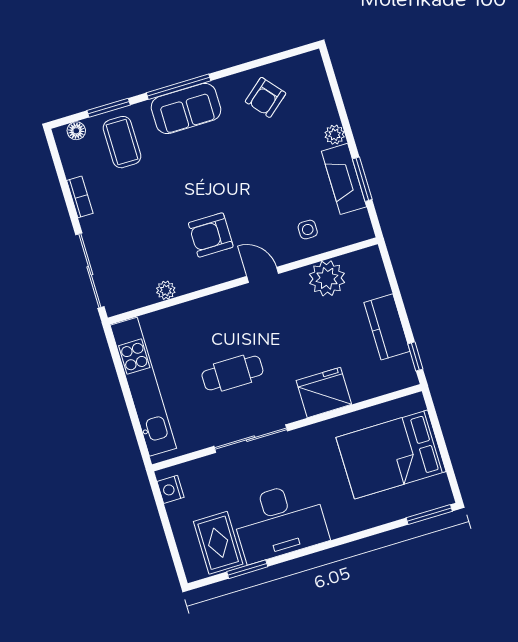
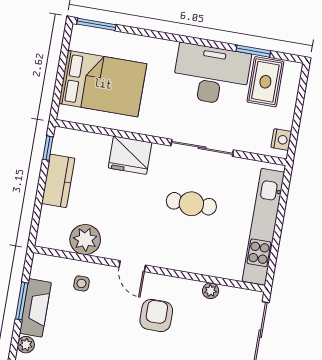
armchair: (211, 235) -> (156, 315), turned -90

